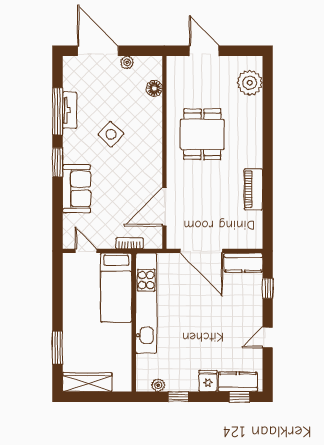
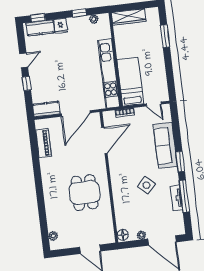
plant: (250, 83) -> (53, 236), width x0.53, depth x0.53
floor lamp: (154, 88) -> (123, 235), moved
sofa: (77, 189) -> (165, 145), width x1.36
piano: (253, 189) -> (44, 143), moved
door: (201, 251) -> (76, 113), swing flipped
window: (268, 288) -> (26, 83), moved
wardrobe: (87, 382) -> (129, 17), moved

